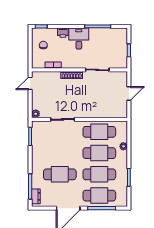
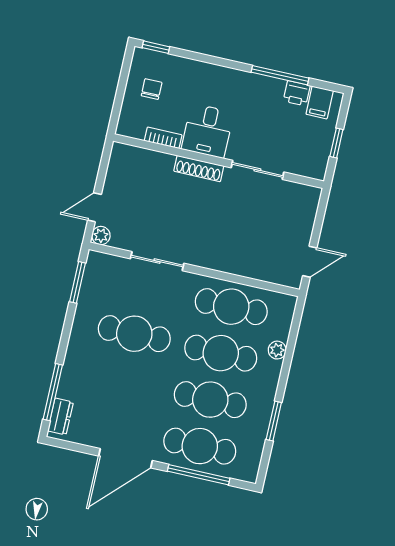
printer: (63, 33) -> (297, 93), moved
filing cabinet: (118, 34) -> (320, 102), added
desk: (79, 39) -> (207, 131), moved, turned 180
door: (30, 83) -> (94, 207), moved
door: (129, 94) -> (310, 262), moved
cafe table: (60, 174) -> (134, 334), moved

